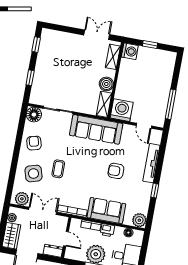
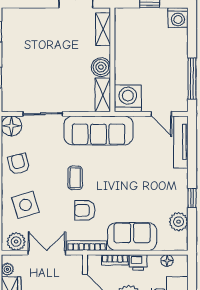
washing machine: (130, 51) -> (178, 18), moved, turned 90
tv unit: (151, 163) -> (181, 142), moved
coffee table: (58, 169) -> (75, 178), moved
armchair: (116, 171) -> (85, 210), moved
plant: (139, 220) -> (179, 222), moved

